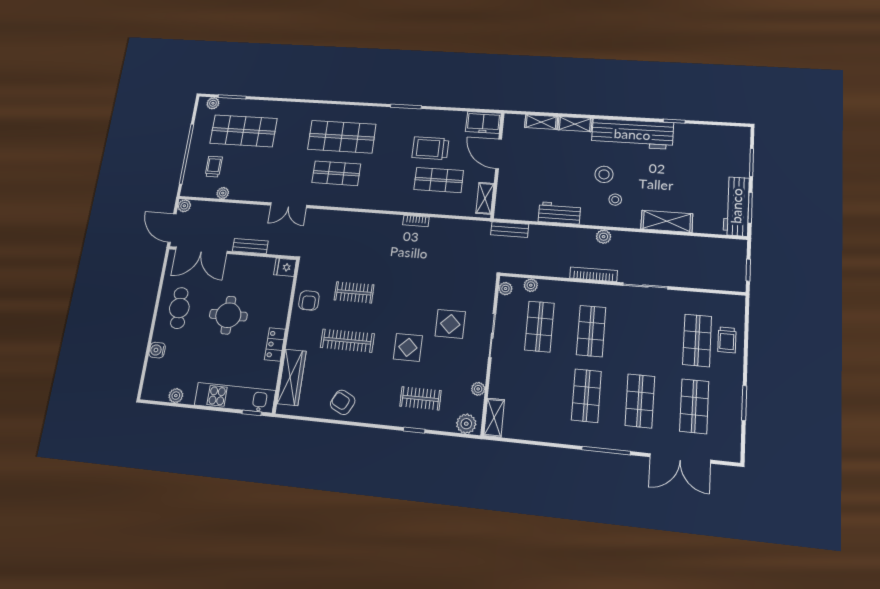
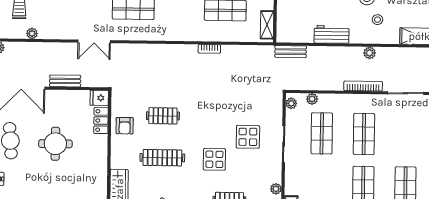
locker: (275, 344) -> (101, 121), moved

